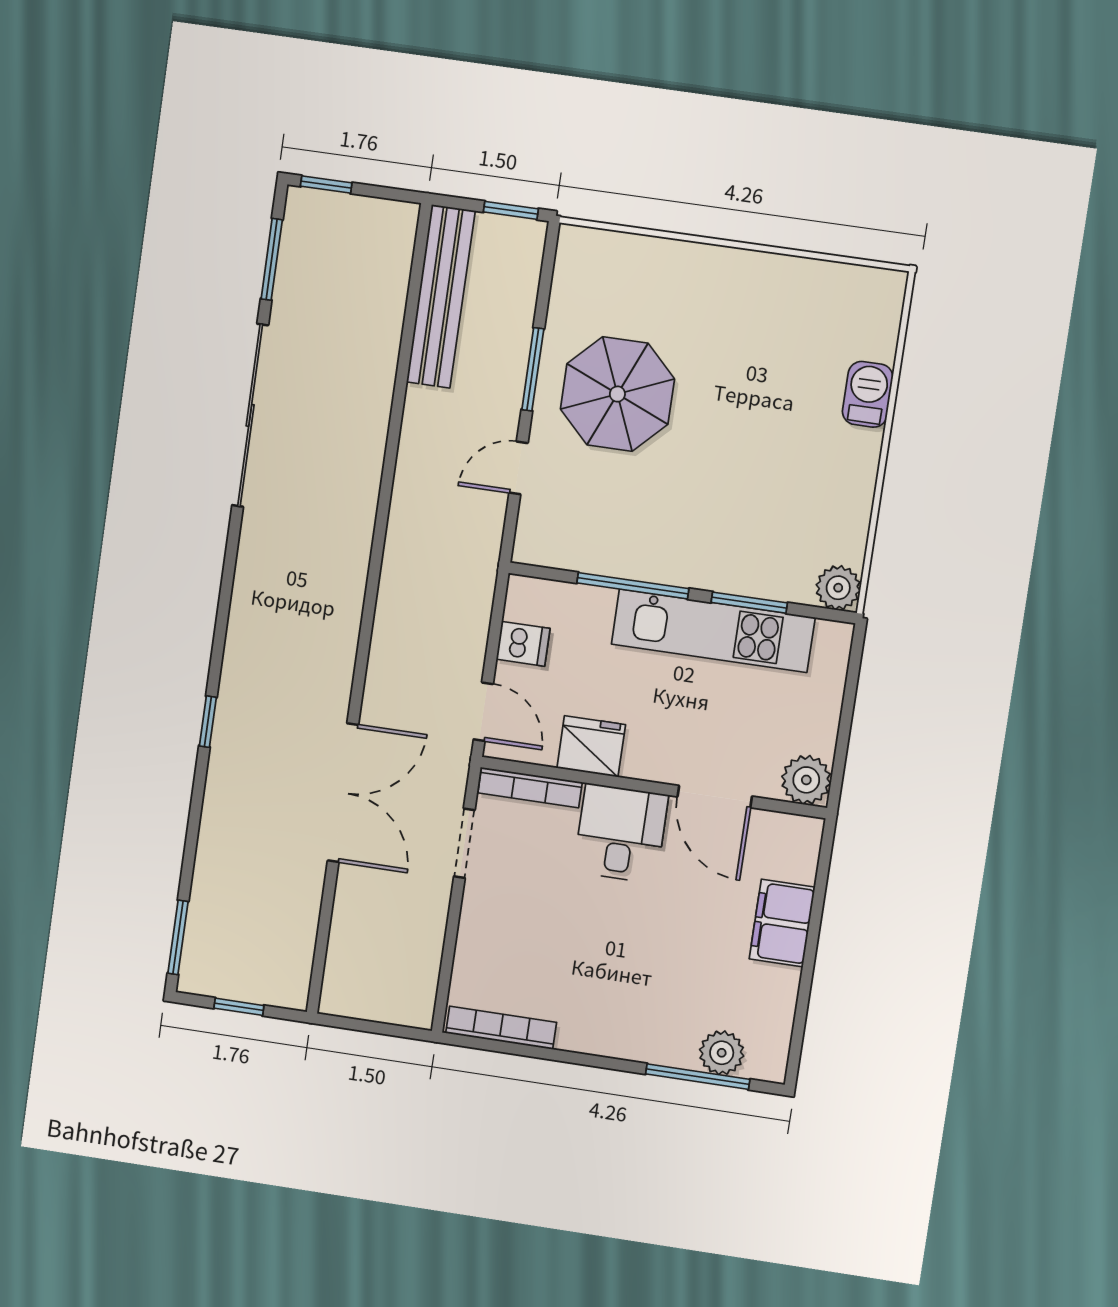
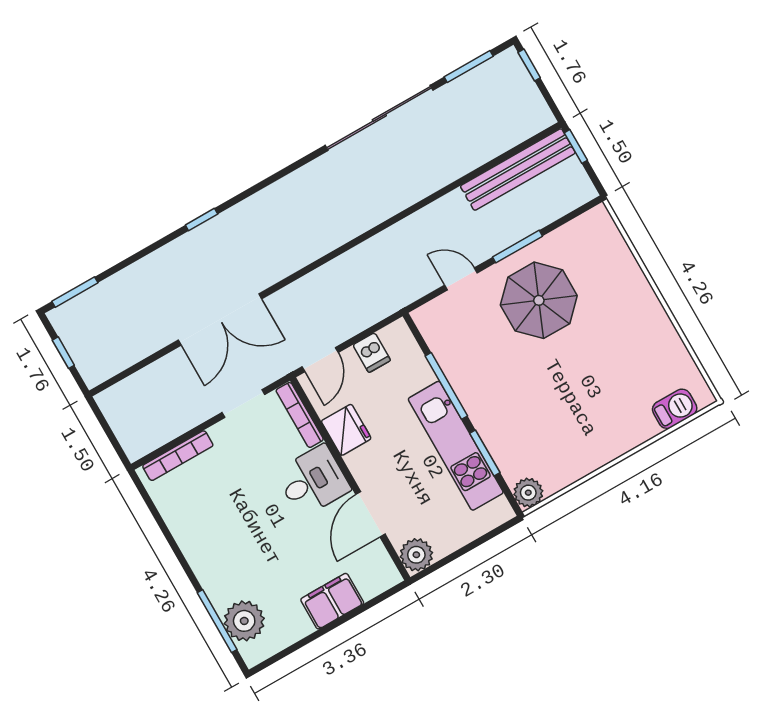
window: (511, 210) -> (576, 146), moved
barbecue: (868, 394) -> (675, 409), moved
bookcase: (501, 1028) -> (178, 456), moved, turned 90
plant: (722, 1053) -> (244, 621), width x1.36, depth x1.36

